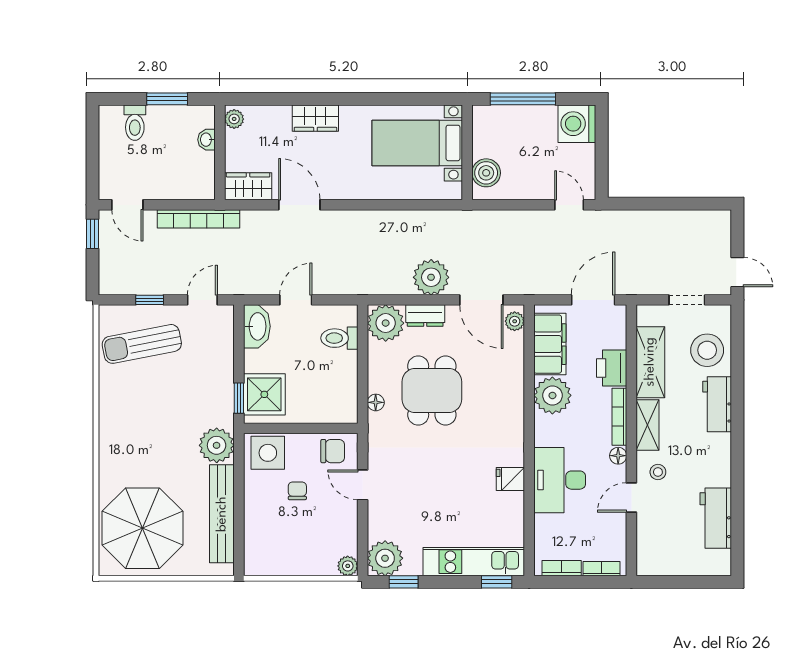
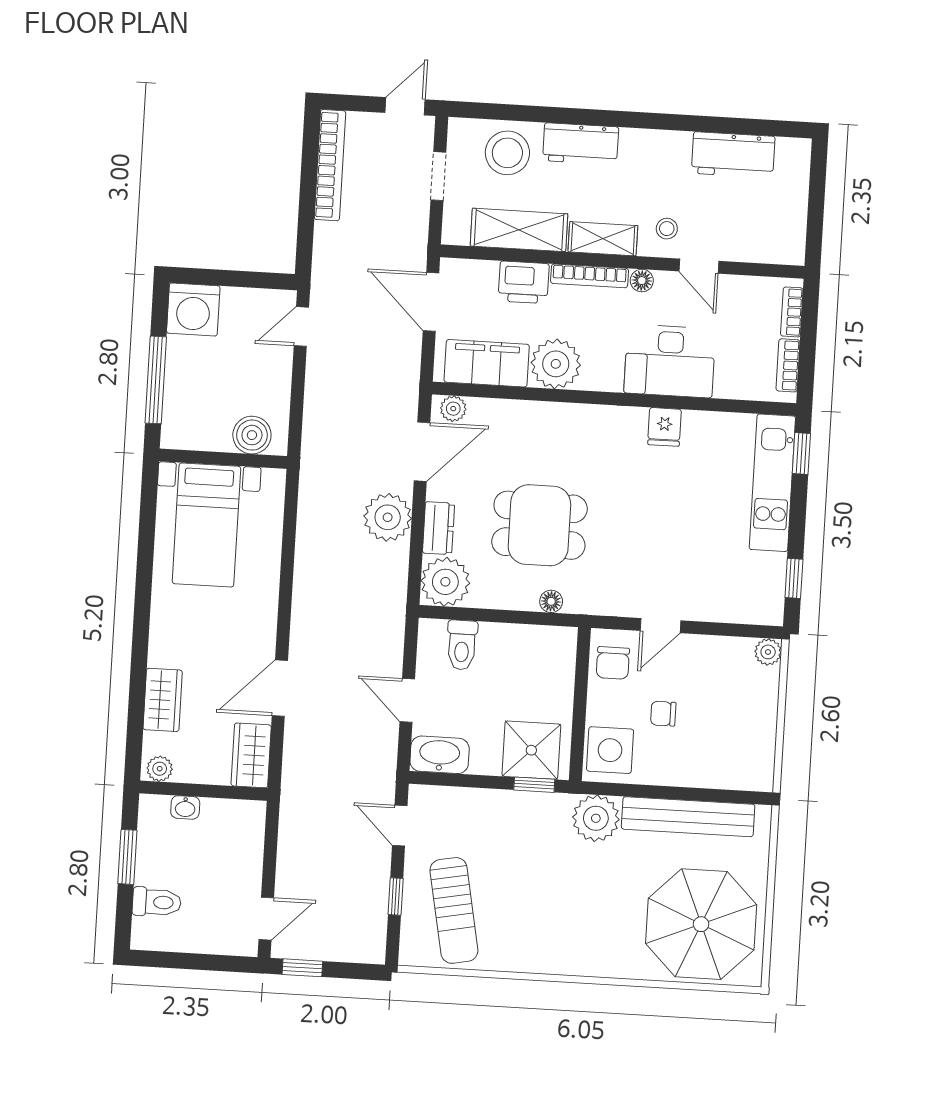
wardrobe: (315, 118) -> (163, 700), moved
bookcase: (198, 219) -> (330, 165), moved
chair: (333, 451) -> (613, 663), turned 180
plant: (385, 558) -> (761, 601), removed

